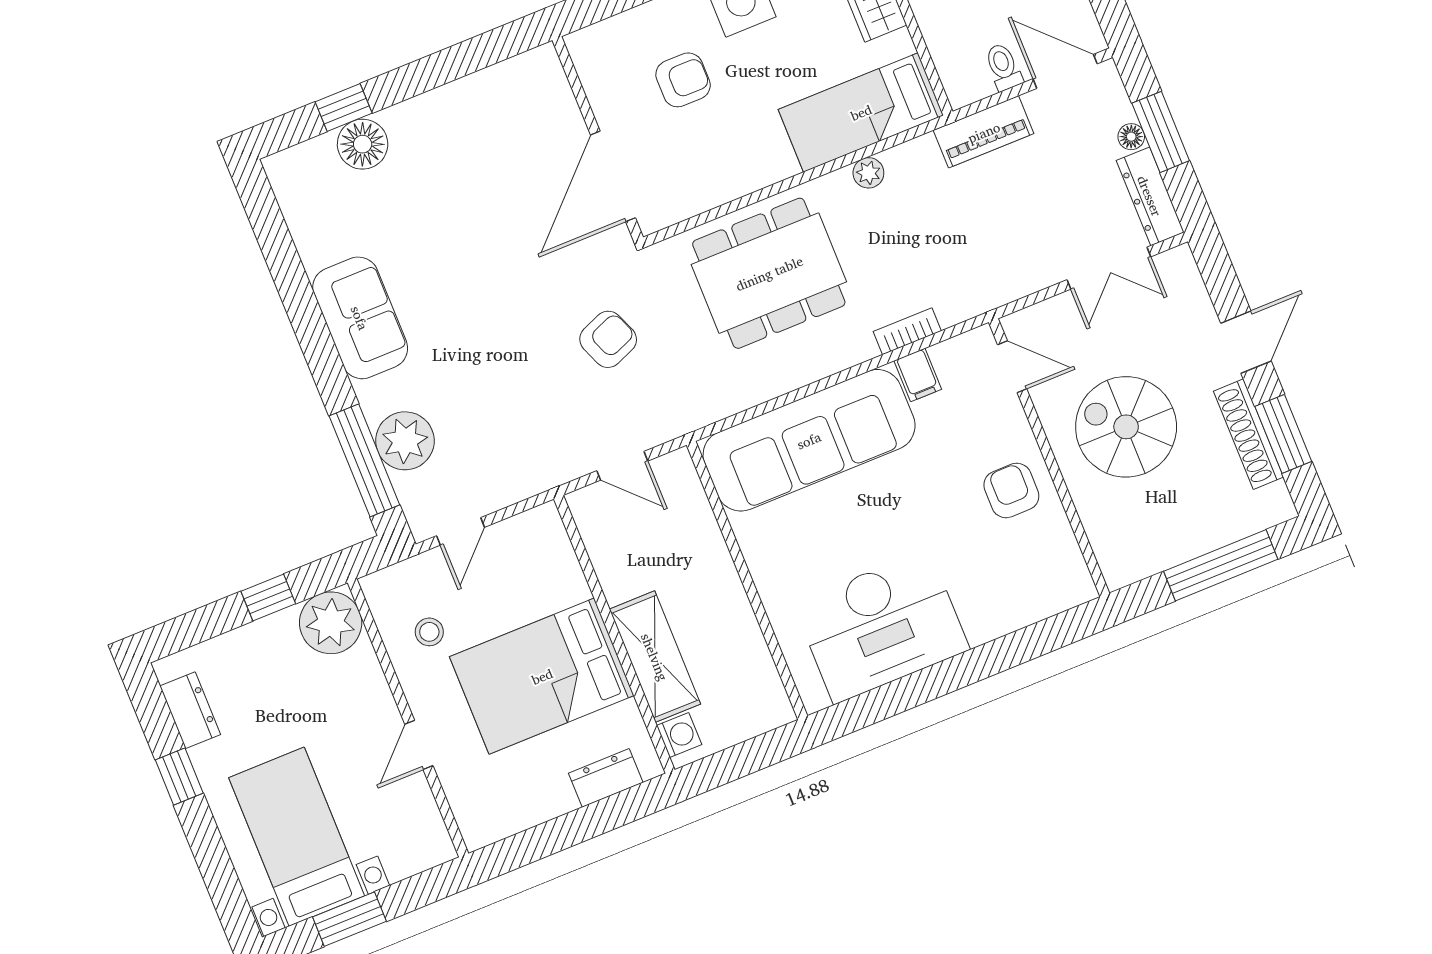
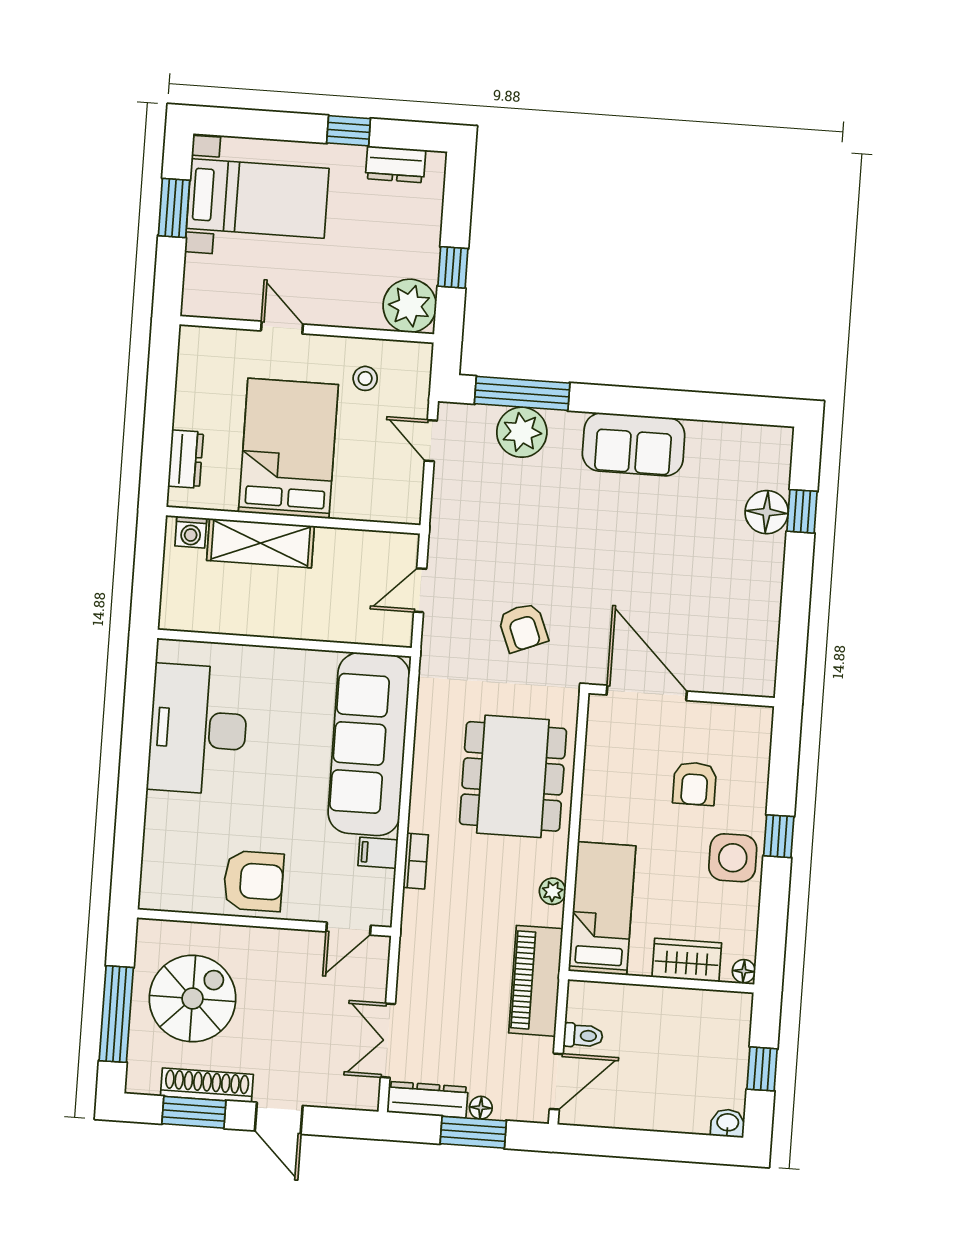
piano: (984, 132) -> (536, 981), width x1.37, depth x1.33
spiral stairs: (1126, 427) -> (192, 998), moved
armchair: (1011, 490) -> (253, 881), width x1.38, depth x1.38

